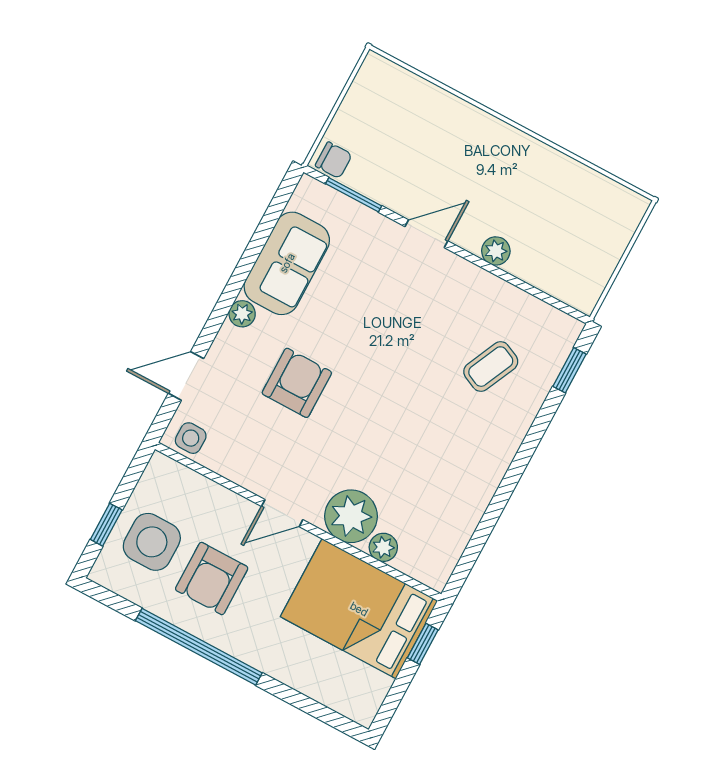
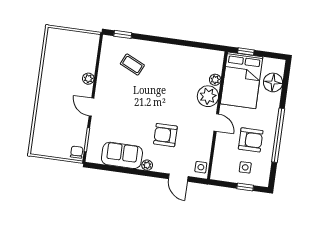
side table: (152, 542) -> (245, 167), width x0.54, depth x0.54
floor lamp: (327, 681) -> (273, 82), added

